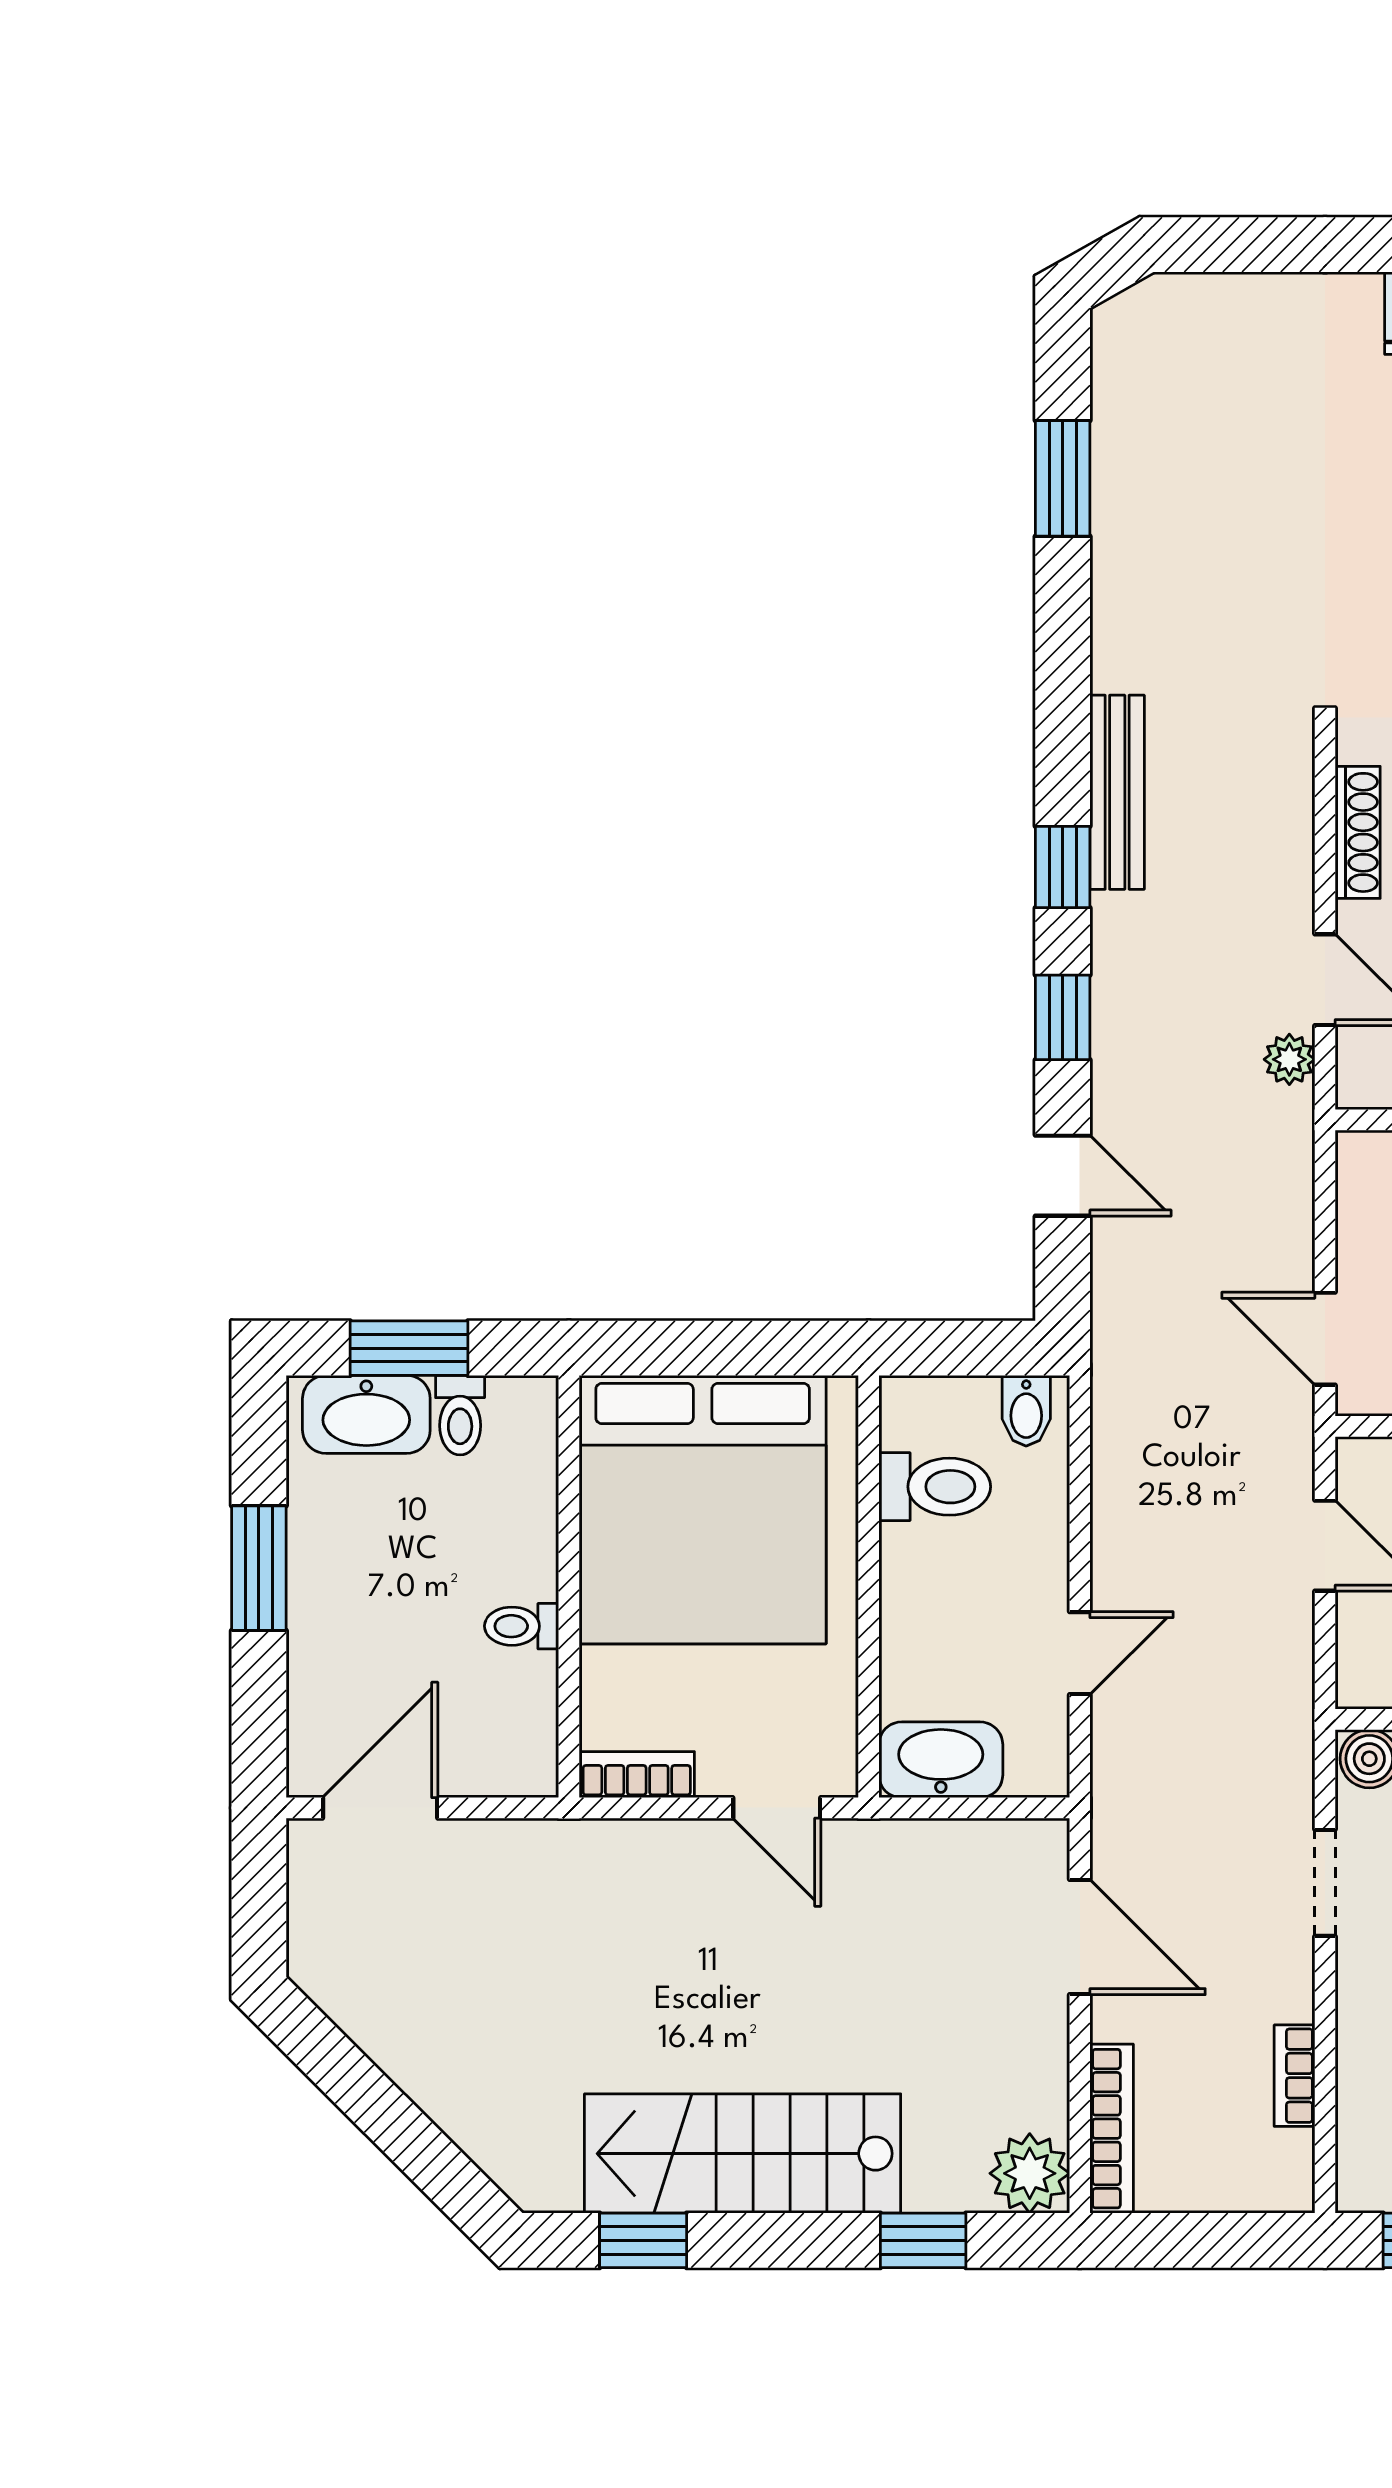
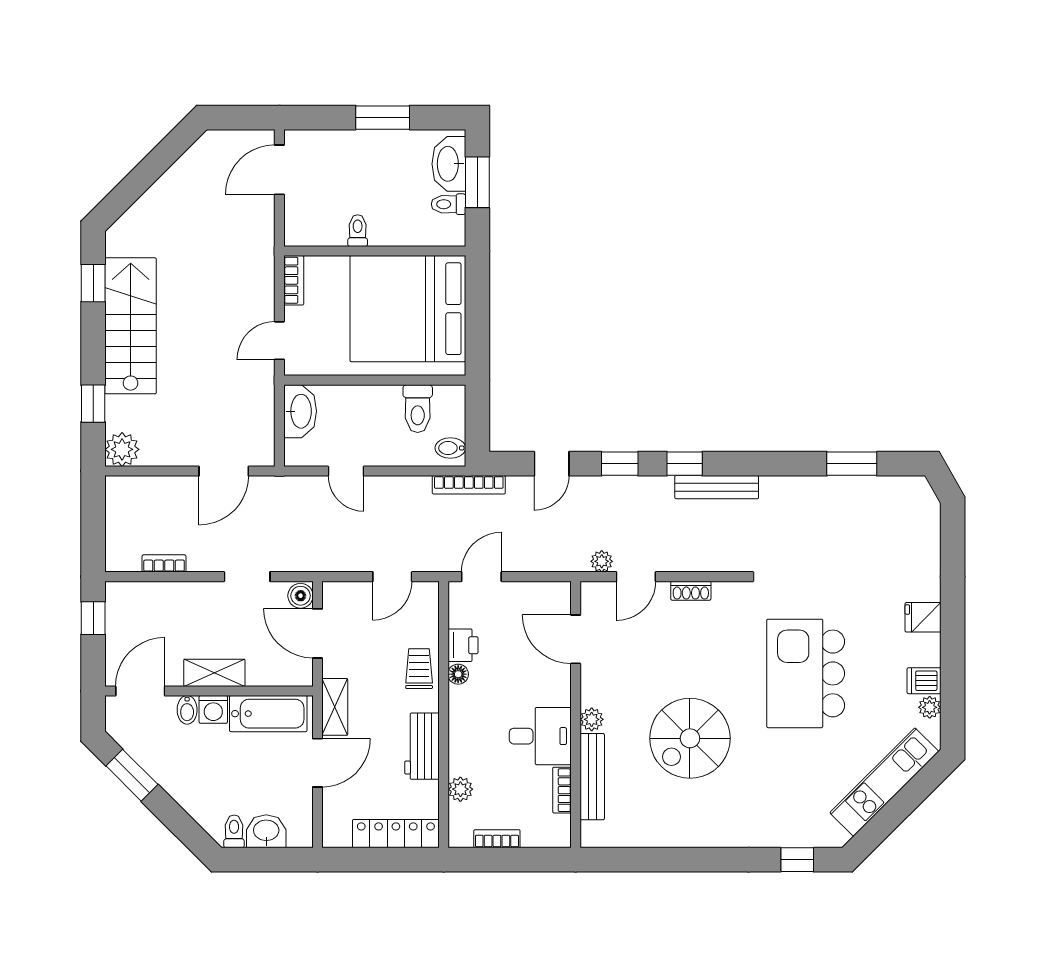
shoe rack: (1358, 832) -> (691, 591), width x0.70
door: (380, 1808) -> (279, 170), swing flipped
bookcase: (1112, 2129) -> (469, 485), moved

